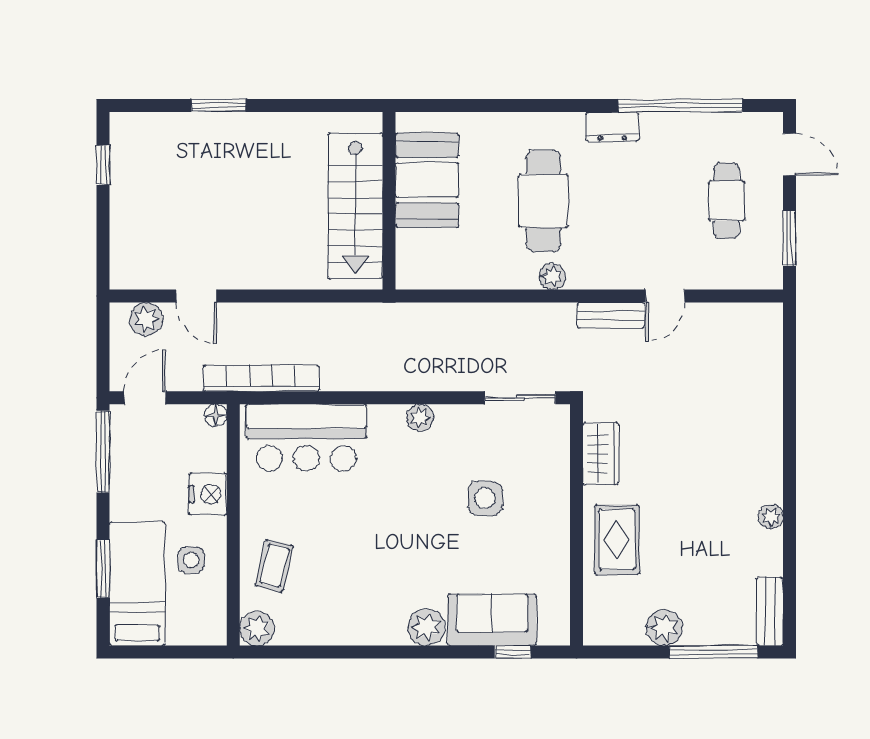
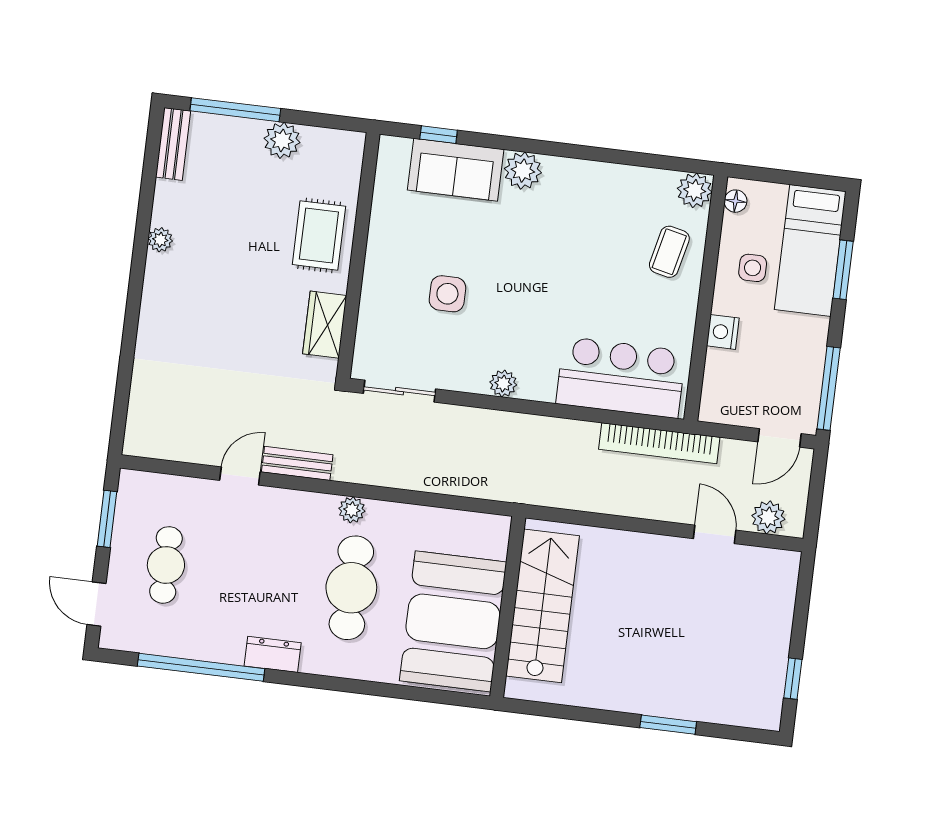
booth: (427, 180) -> (453, 621), width x1.36, depth x1.42
floor lamp: (216, 415) -> (736, 201), moved
nightstand: (208, 494) -> (723, 332), width x0.74, depth x0.75

